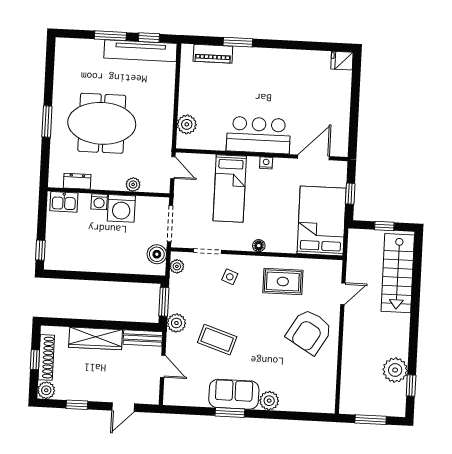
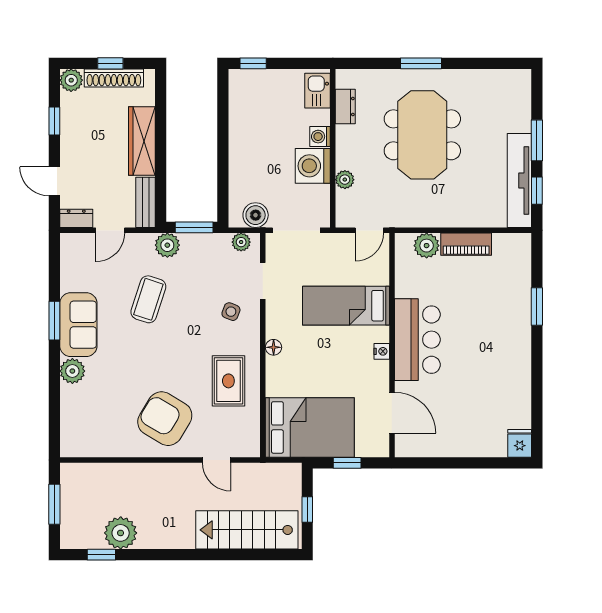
piano: (213, 54) -> (466, 244), moved, turned -90
dresser: (152, 392) -> (76, 218), added

